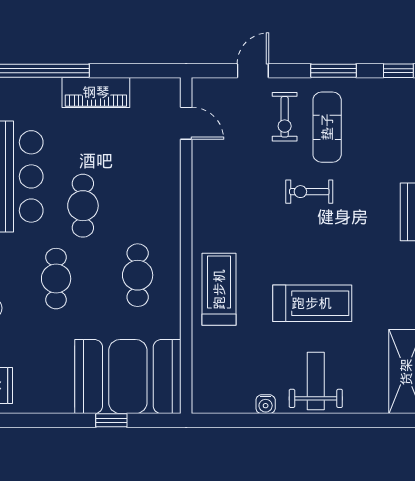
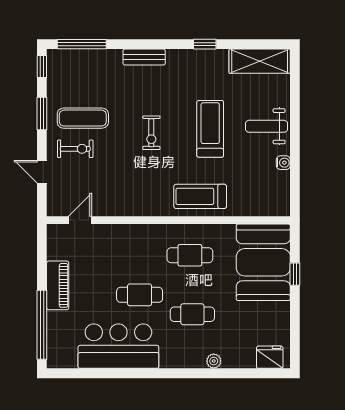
exercise bike: (309, 192) -> (151, 133), moved

